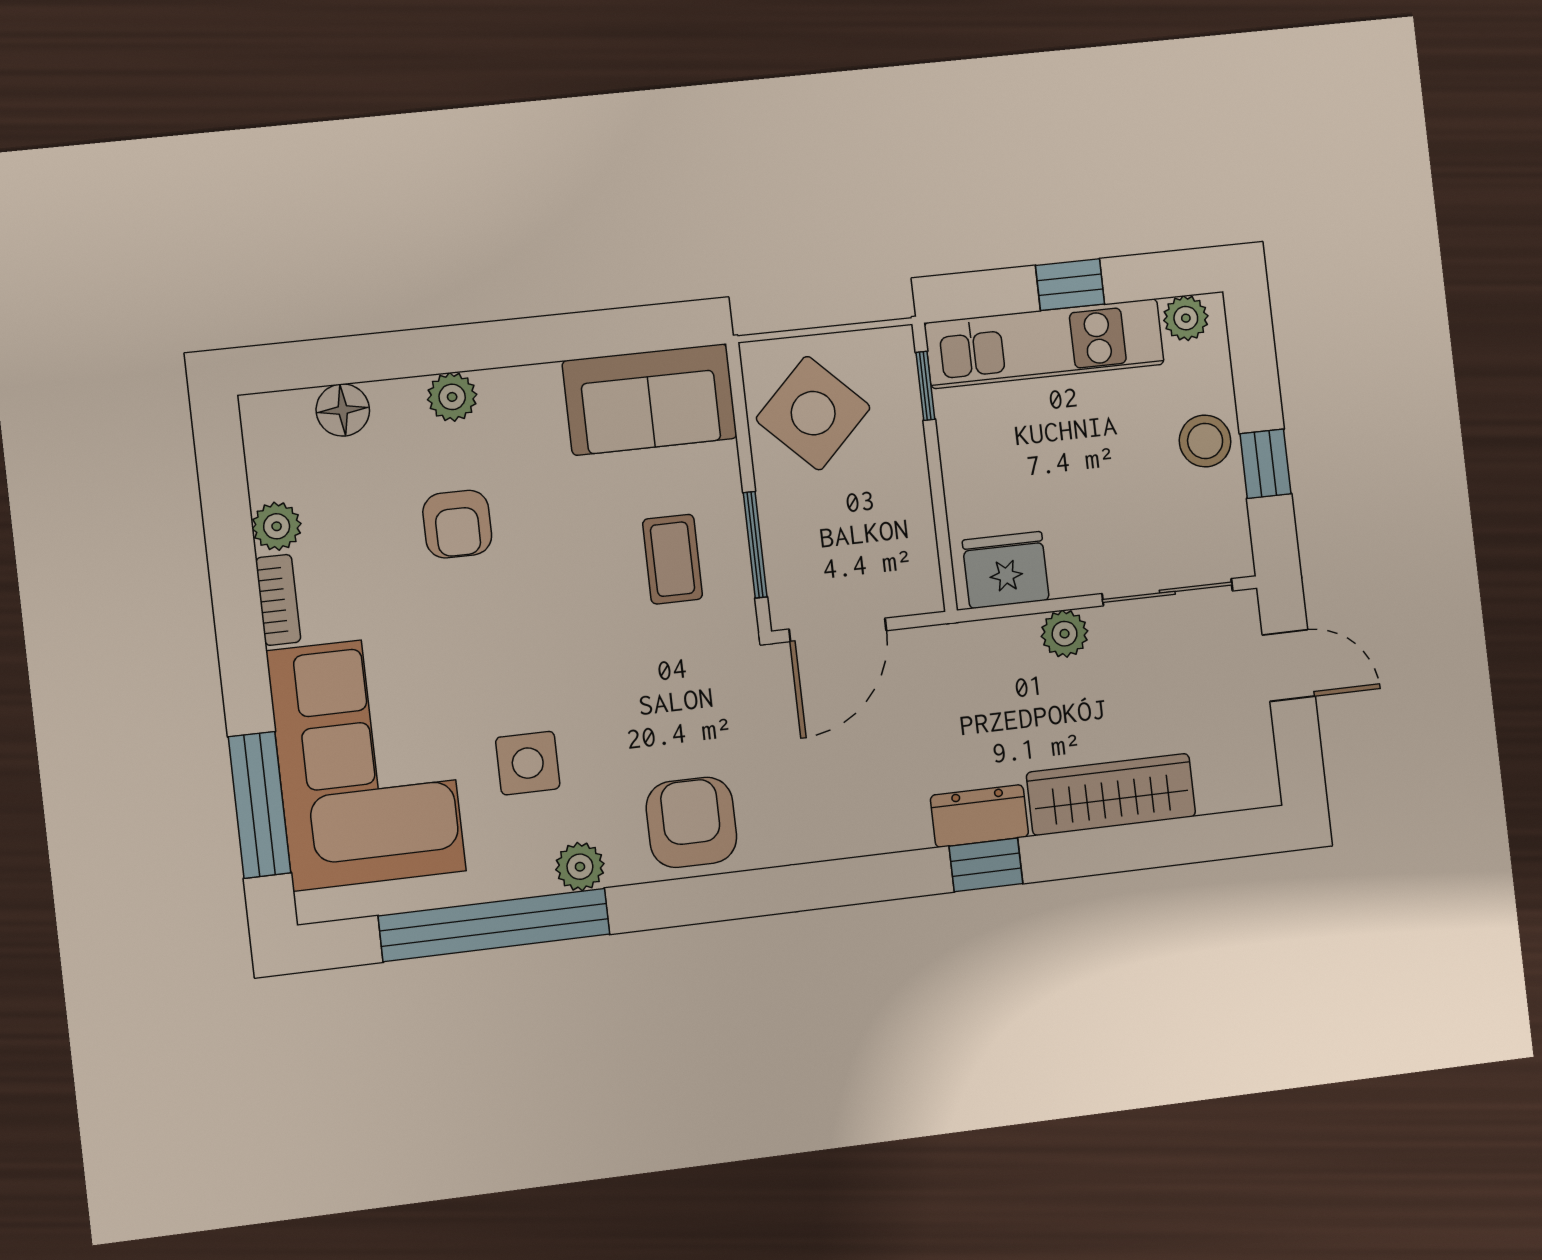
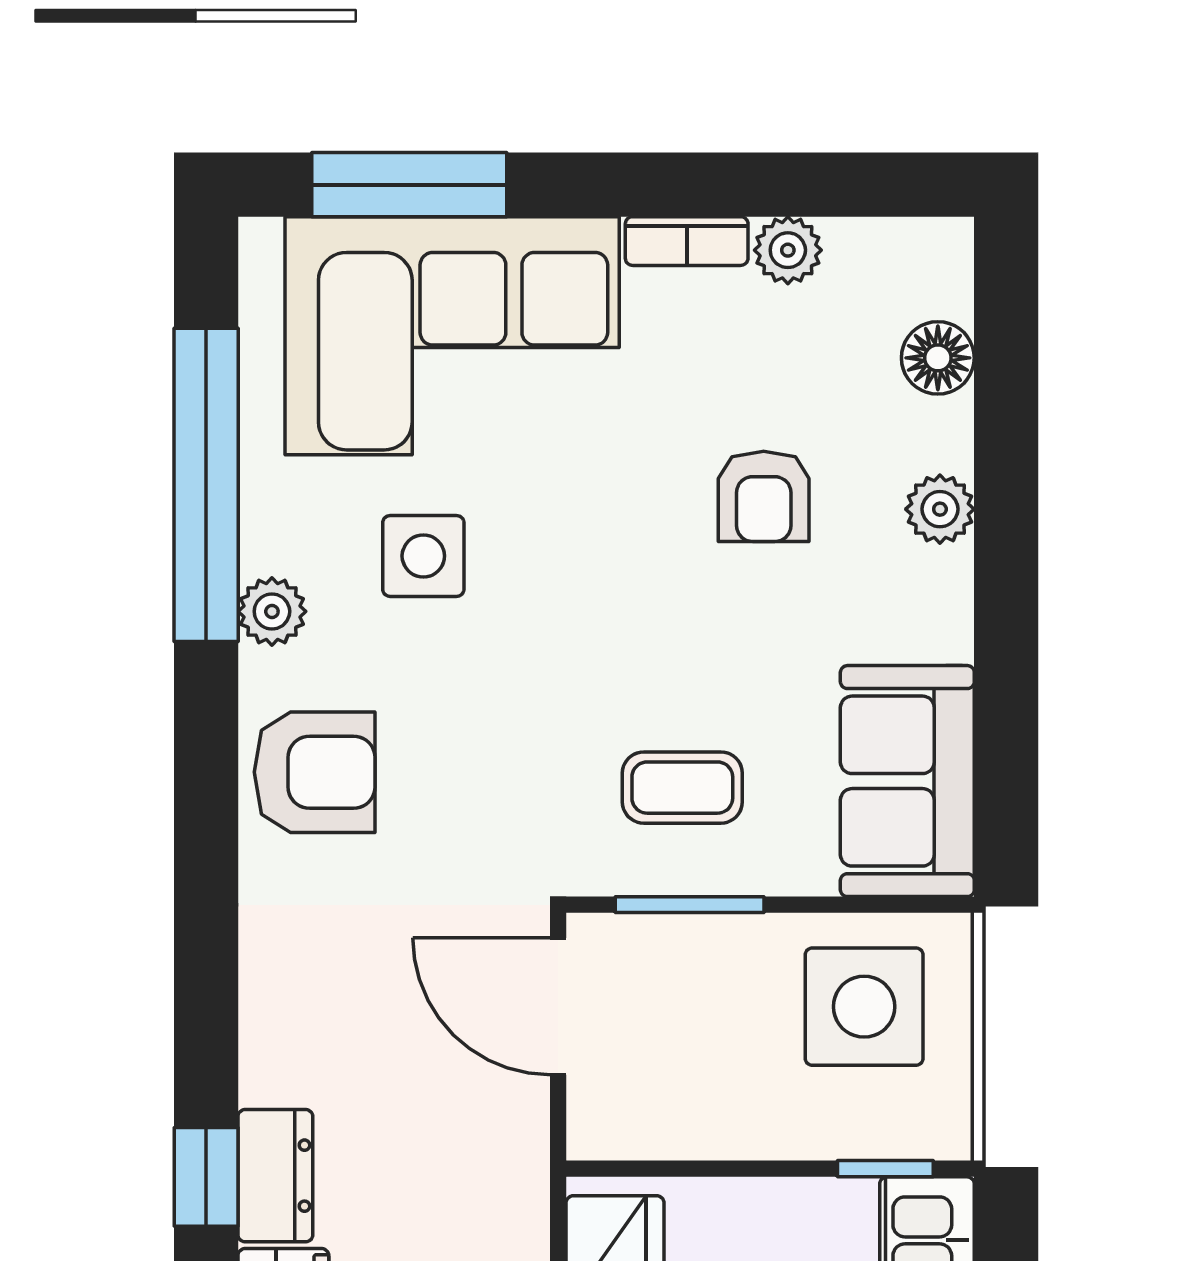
side table: (813, 413) -> (864, 1007), turned 45
armchair: (457, 524) -> (764, 496), turned -90

